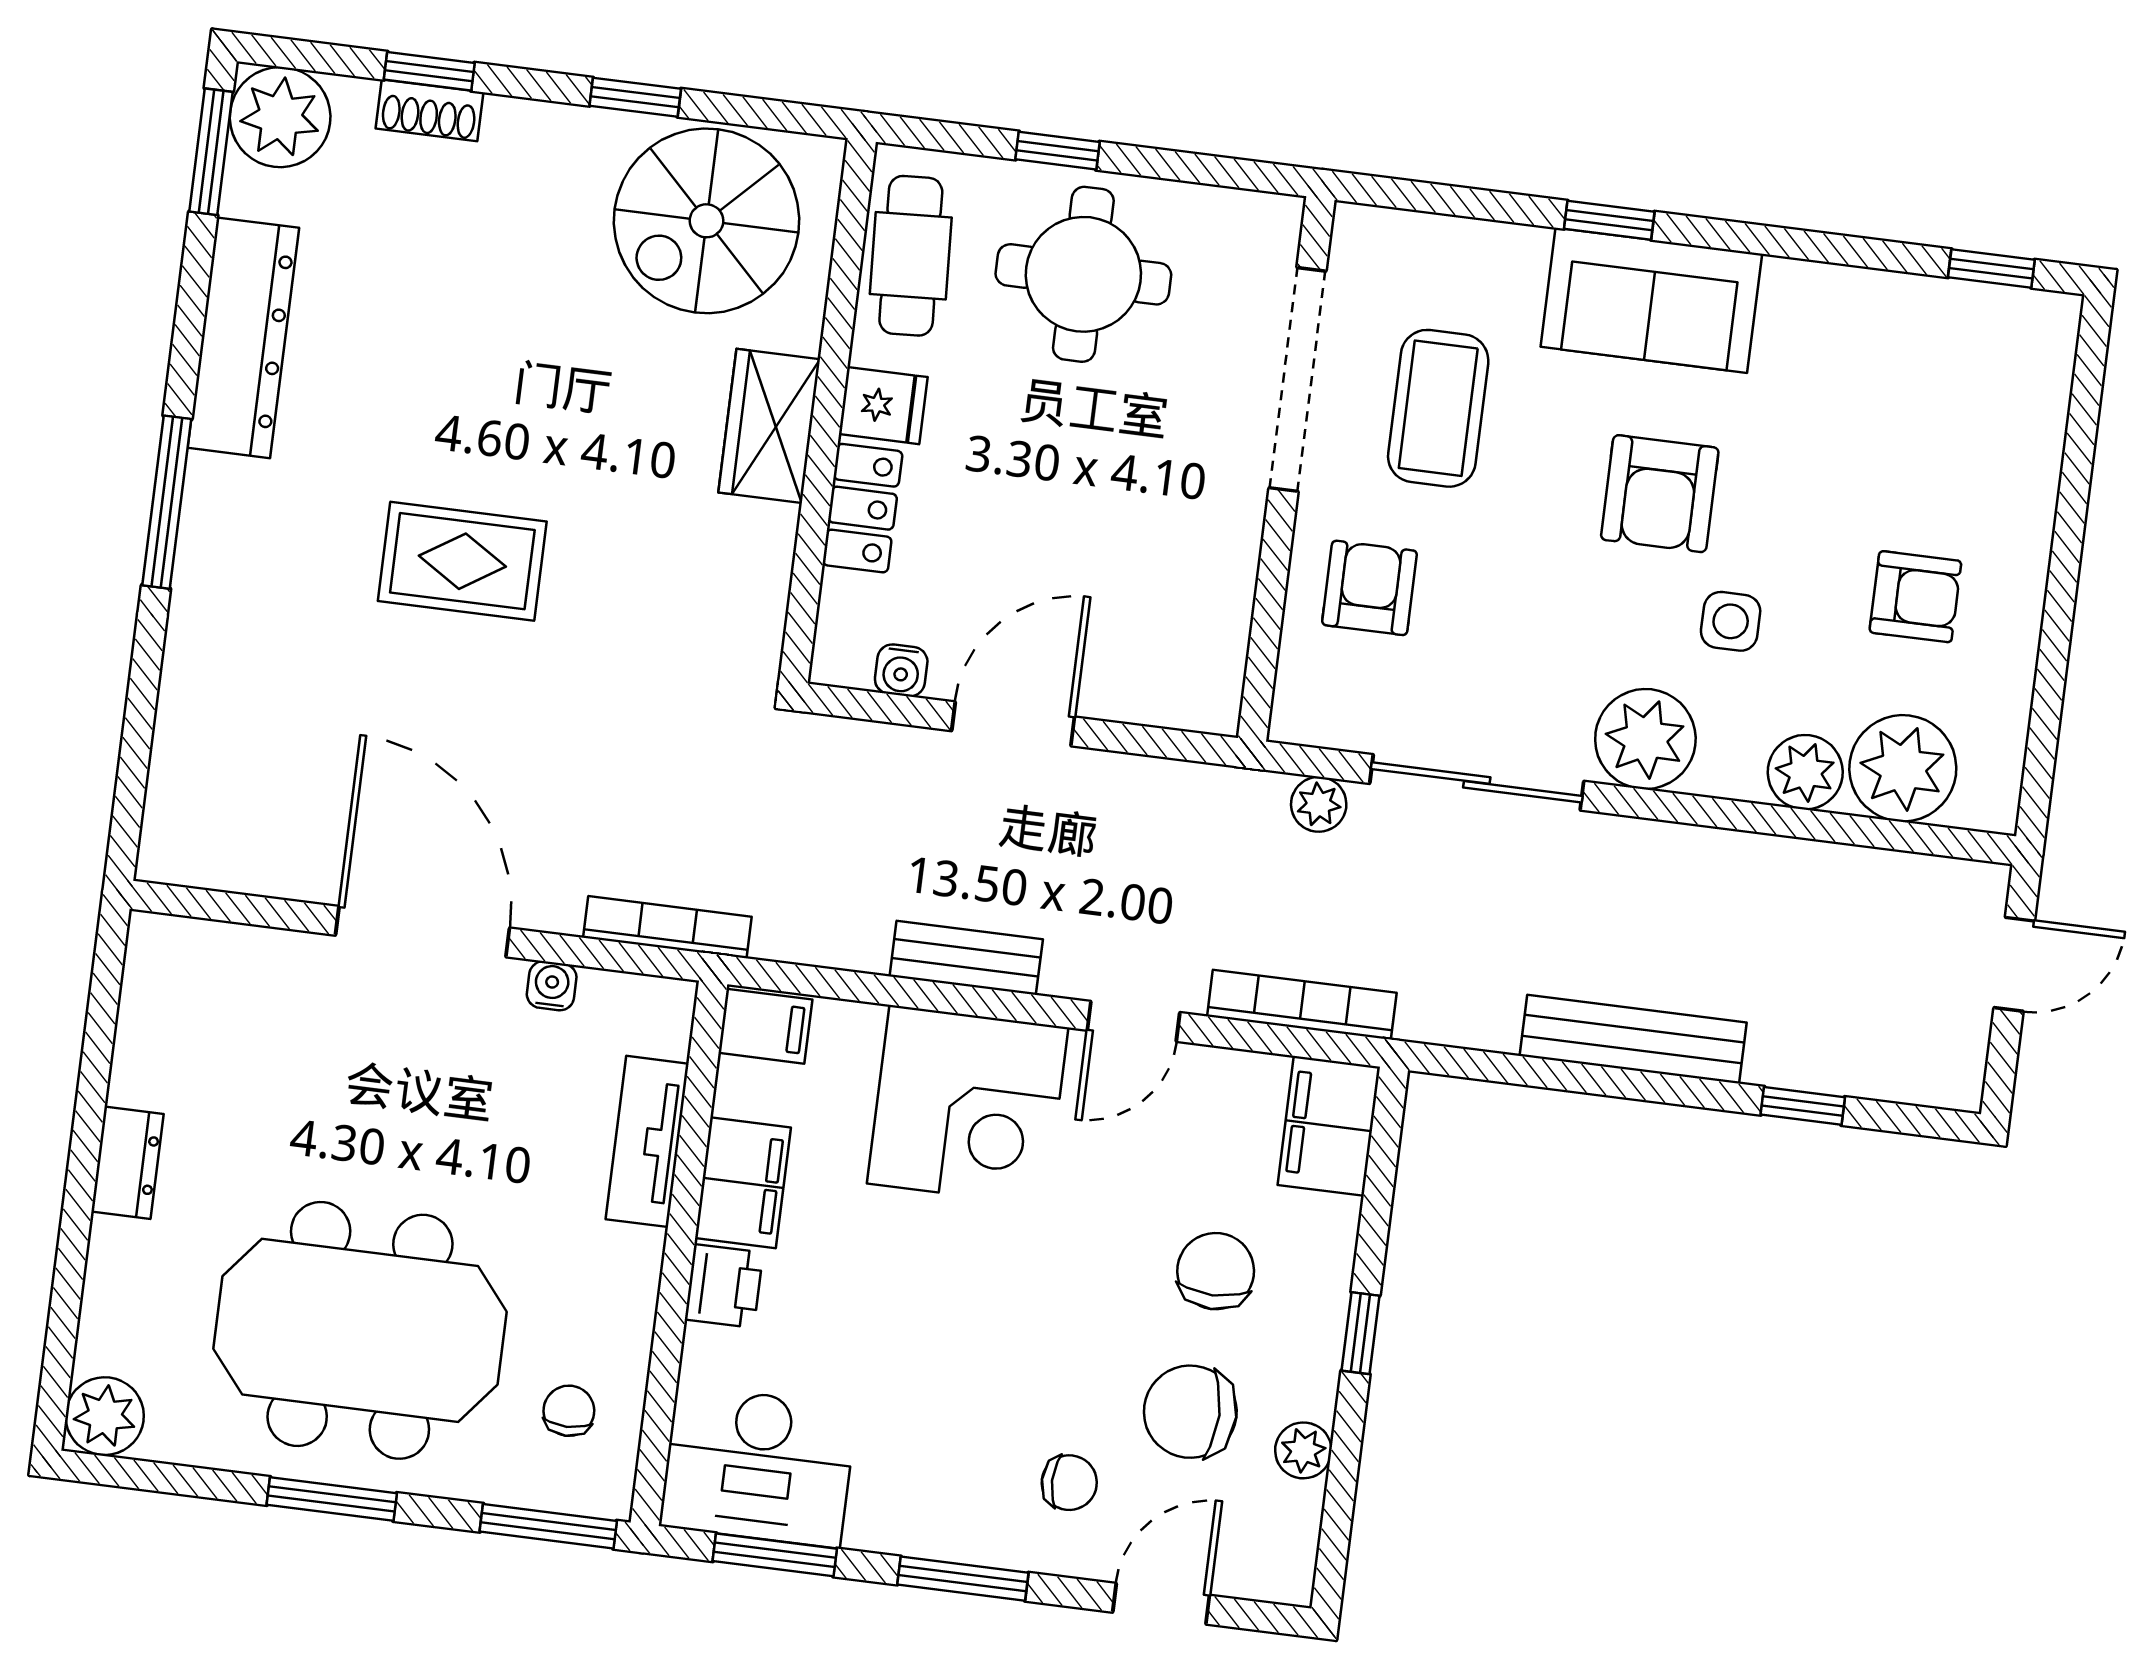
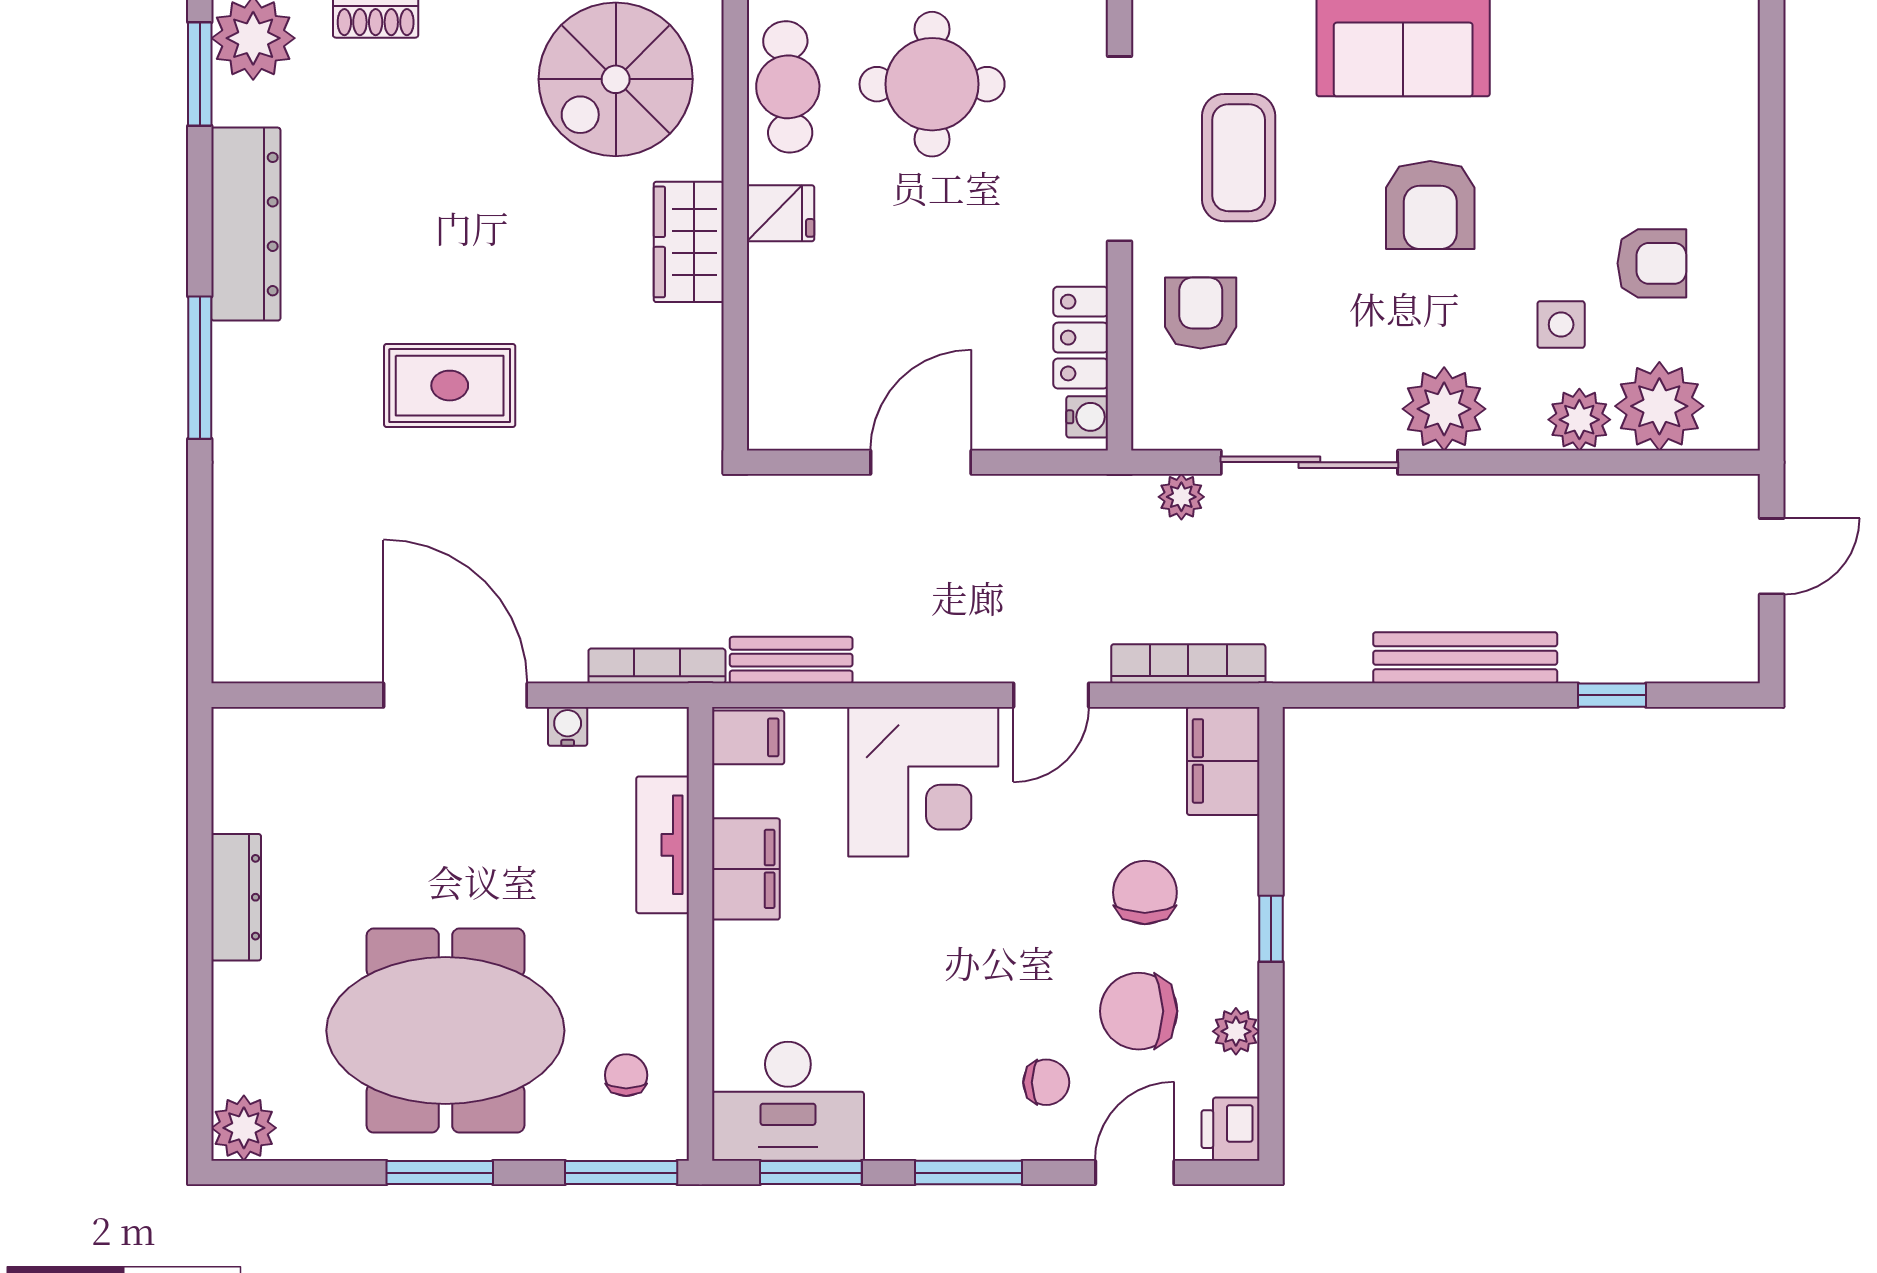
locker: (863, 508) -> (1081, 338), moved, turned 180
side table: (1731, 621) -> (1561, 325), moved
water cooler: (901, 670) -> (1087, 417), moved, turned -90
bench: (966, 958) -> (791, 660), moved
dresser: (127, 1163) -> (236, 897), width x1.44
printer: (724, 1286) -> (1230, 1129), moved, turned 180

